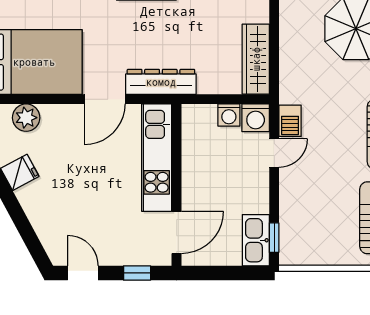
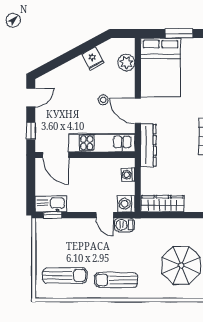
washing machine: (229, 115) -> (128, 175), moved
stool: (87, 155) -> (103, 100), added

